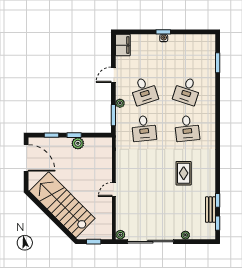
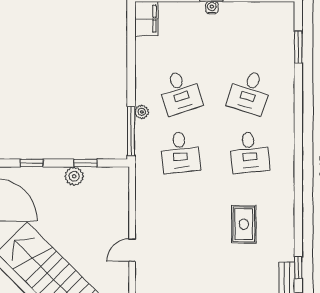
door: (113, 75) -> (131, 66), removed
window: (113, 115) -> (131, 131), width x1.44
window: (74, 135) -> (85, 163), moved

